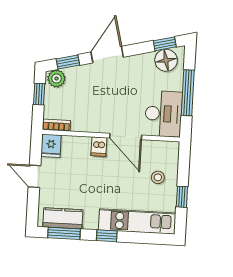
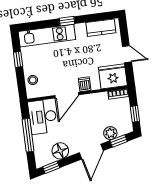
floor lamp: (166, 60) -> (60, 151), moved
plant: (56, 78) -> (110, 133), moved
door: (126, 136) -> (67, 95), swing flipped
fridge: (51, 146) -> (113, 76), width x1.88, depth x1.34
stool: (158, 177) -> (33, 80), moved
window: (64, 233) -> (98, 17), removed

